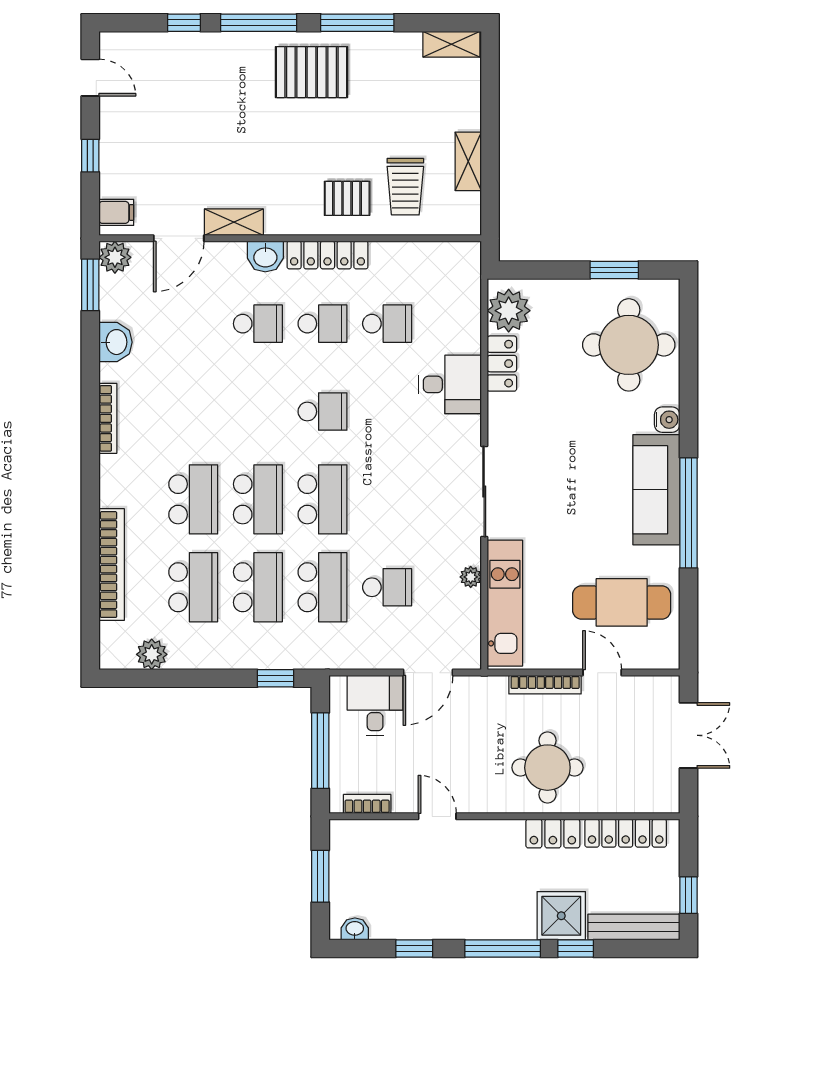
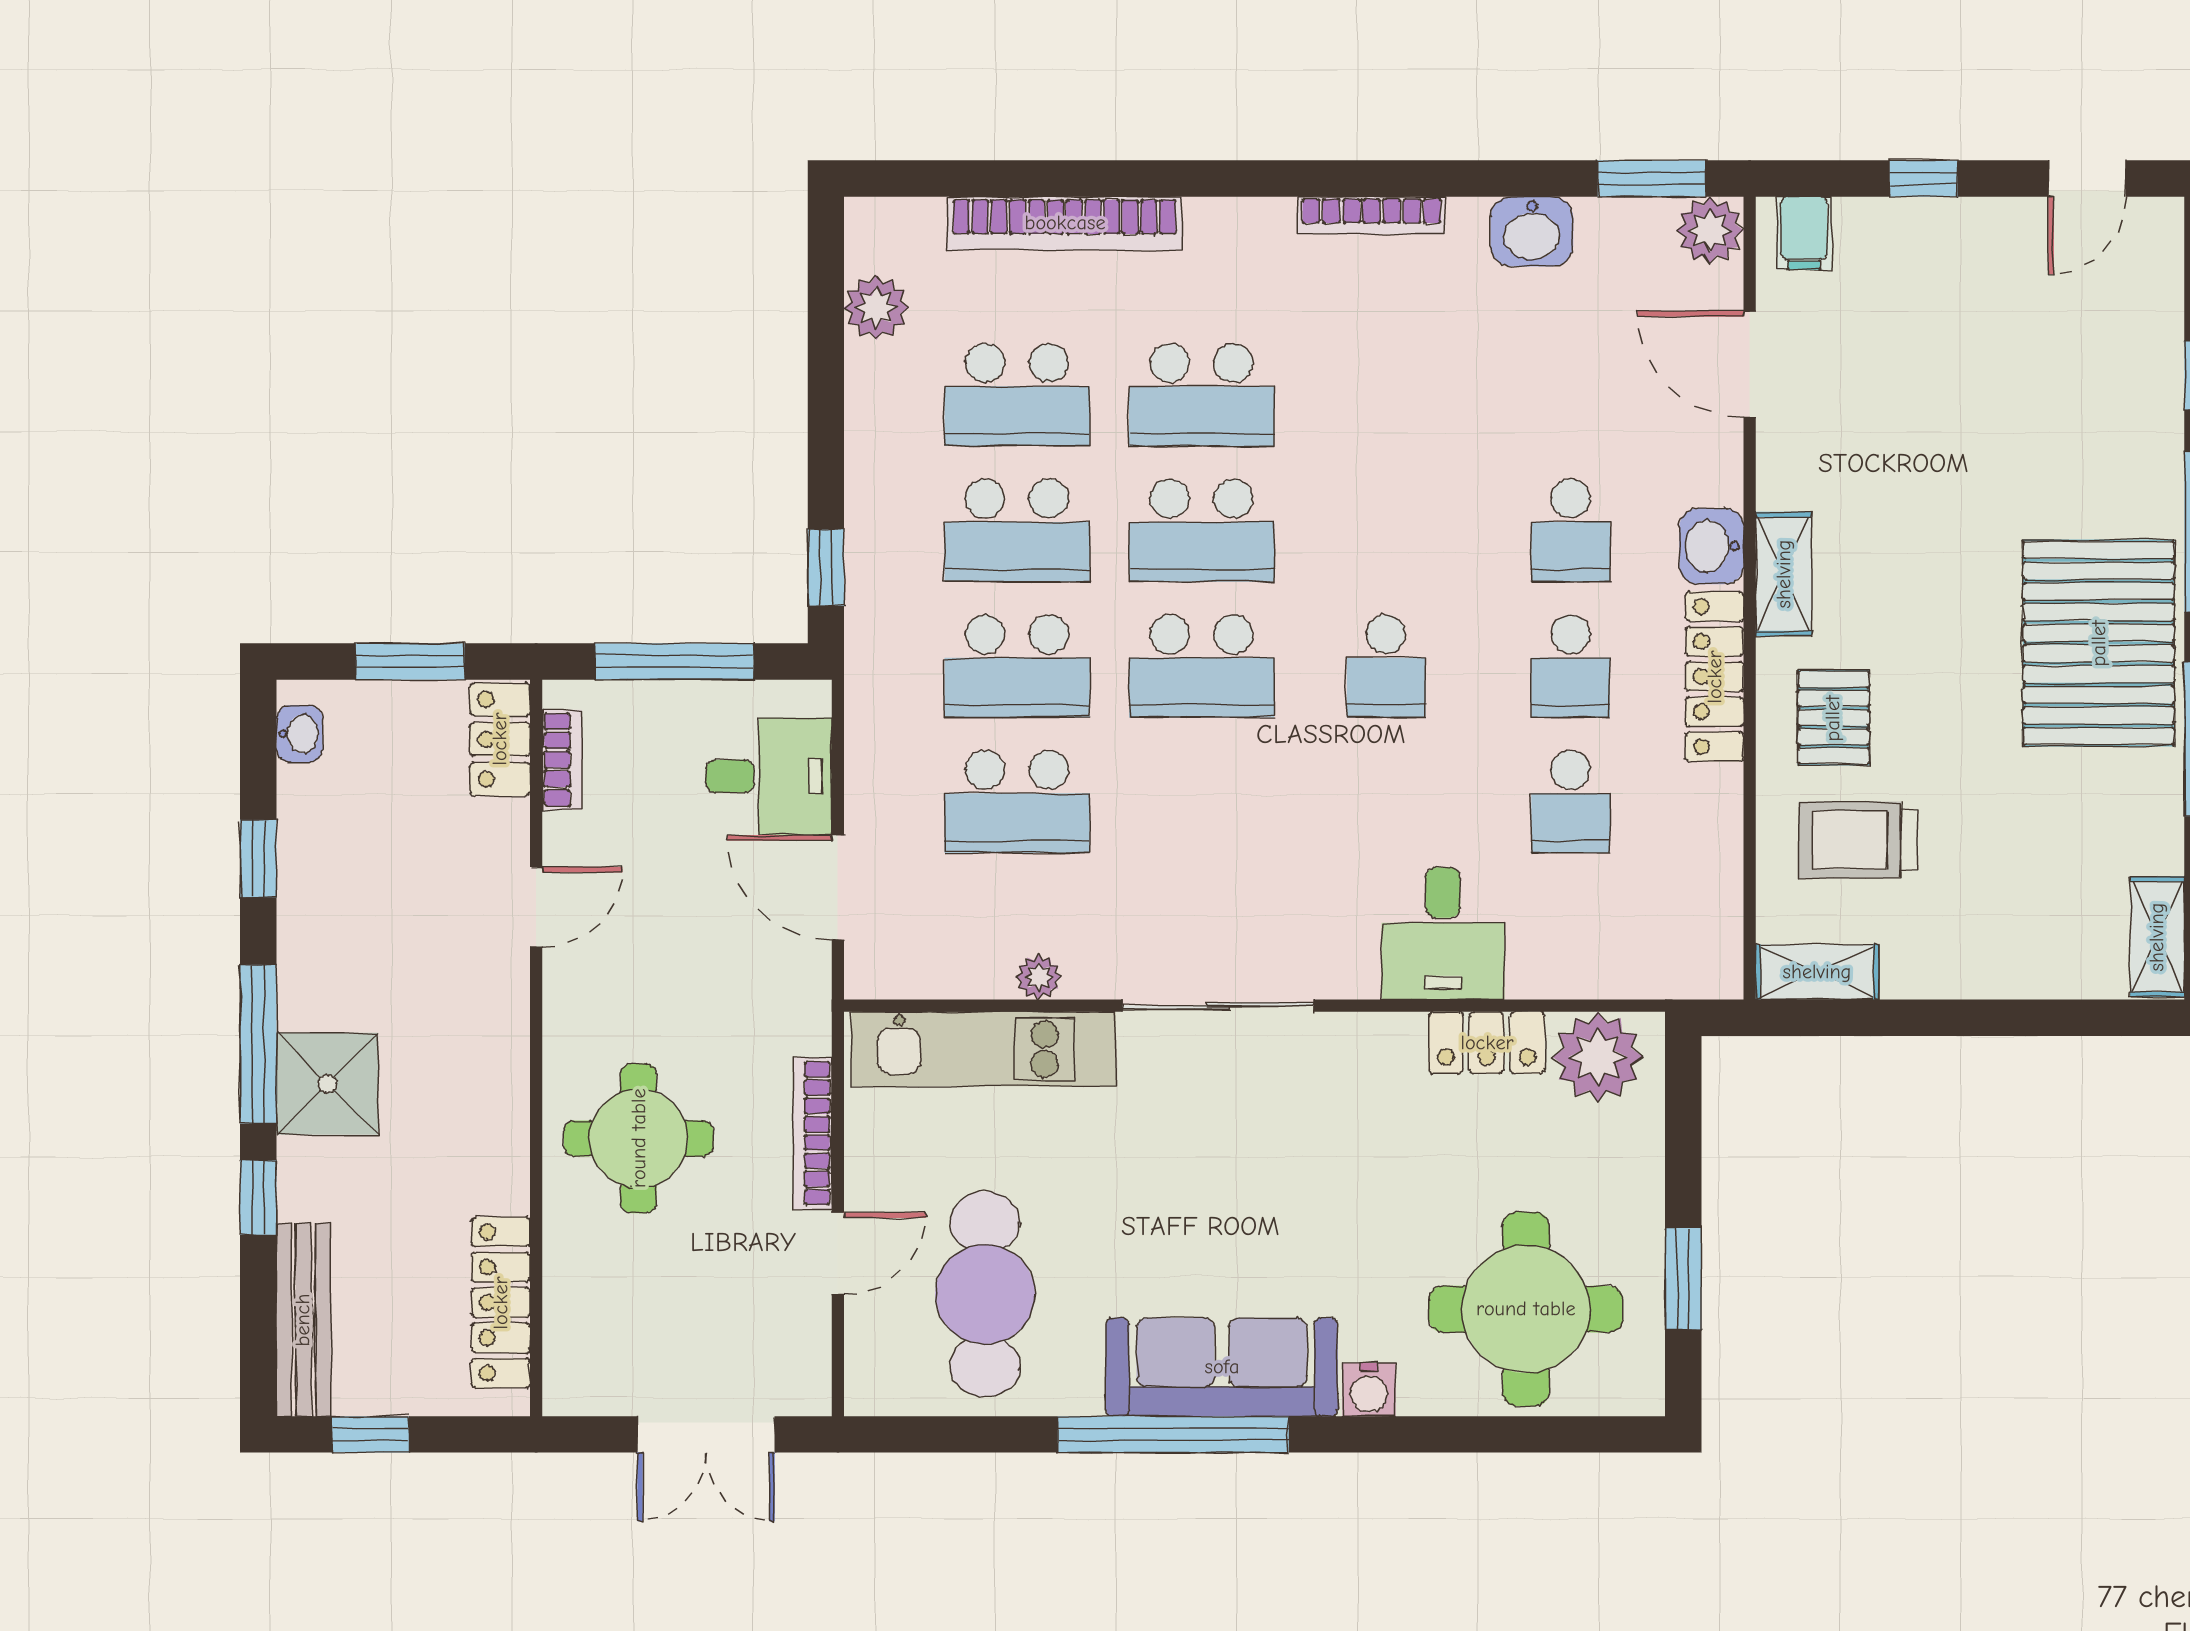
pallet: (312, 72) -> (2099, 643), width x1.37, depth x1.41
shelving: (468, 161) -> (1817, 972), moved
shelving: (234, 222) -> (1784, 574), moved
school desk: (387, 587) -> (1017, 802), width x1.85
locker: (553, 834) -> (500, 739), moved
shower: (561, 916) -> (327, 1084), moved

